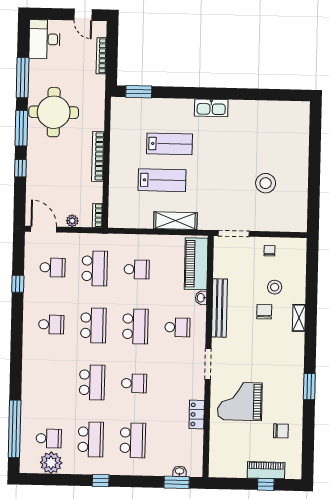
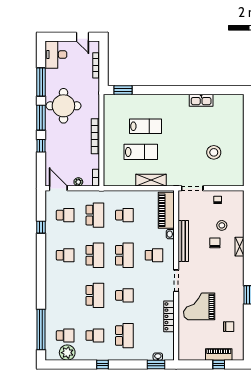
kitchen sink: (211, 108) -> (201, 100), moved
locker: (197, 415) -> (169, 316), width x1.53
school desk: (91, 439) -> (95, 336), width x0.54

